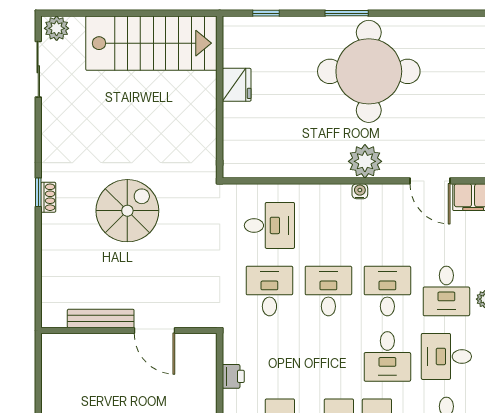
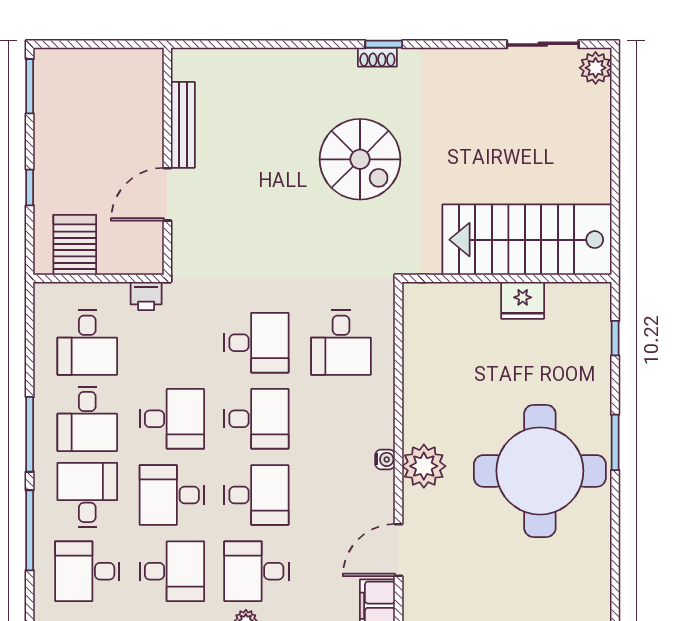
stairs: (151, 43) -> (527, 240), moved, turned 90
bench: (101, 318) -> (183, 125), moved
wall: (129, 330) -> (167, 161), moved
door: (154, 330) -> (167, 194), moved
desk: (328, 356) -> (172, 419), added
desk: (446, 356) -> (172, 571), turned 90

